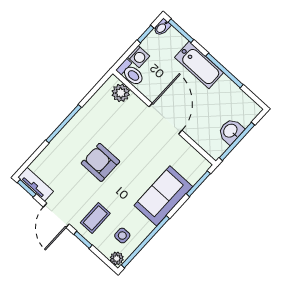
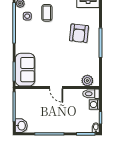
bathtub: (199, 65) -> (63, 126), removed
door: (165, 119) -> (56, 87), width x0.53
washbasin: (231, 131) -> (21, 126), moved
armchair: (100, 162) -> (79, 33), moved, turned 96
sofa: (163, 196) -> (25, 70), moved

